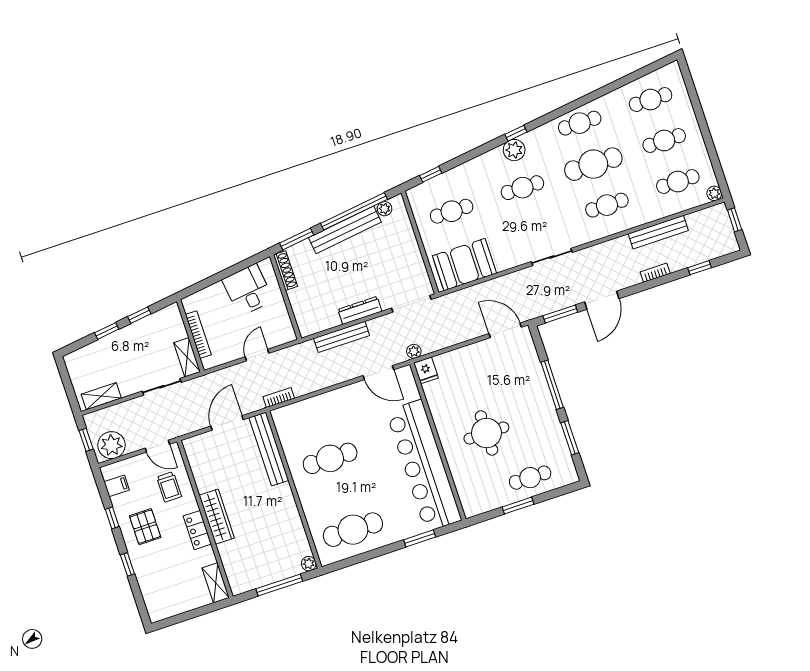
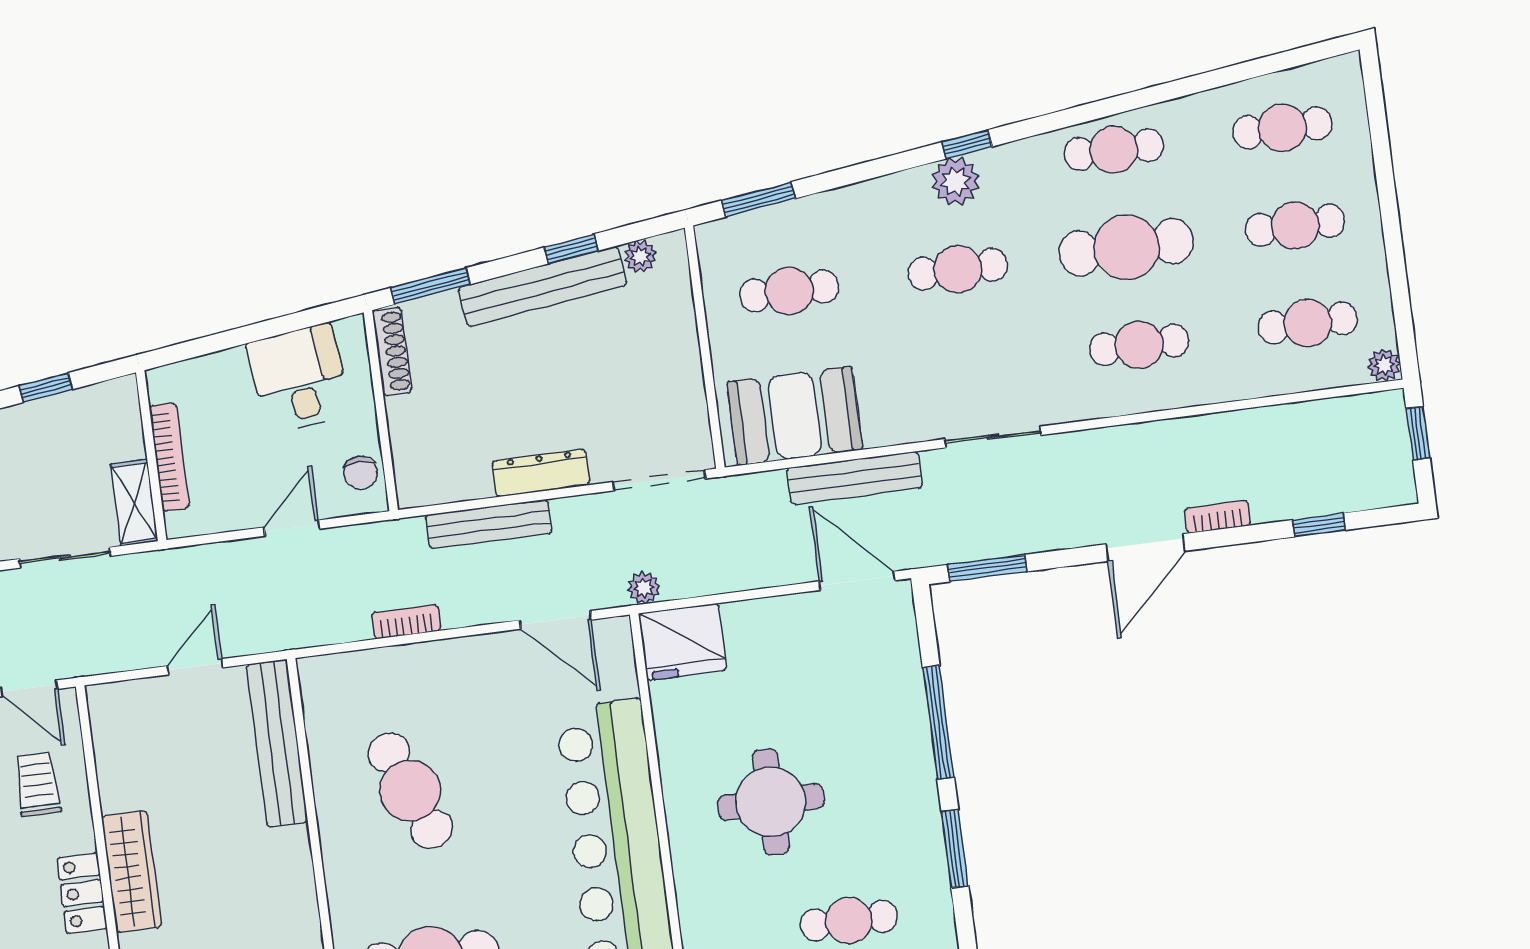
window: (431, 174) -> (758, 199), width x1.50
window: (354, 211) -> (571, 249), width x0.32
bench: (658, 232) -> (855, 478), moved
door: (602, 300) -> (1146, 547), moved
chair: (282, 325) -> (361, 473), added
fridge: (426, 370) -> (683, 642), width x1.88, depth x1.34
bookcase: (279, 398) -> (406, 622), moved
door: (227, 423) -> (195, 667), width x0.73
cafe table: (330, 458) -> (410, 791), turned 68
trolley: (169, 487) -> (38, 784), turned 180

